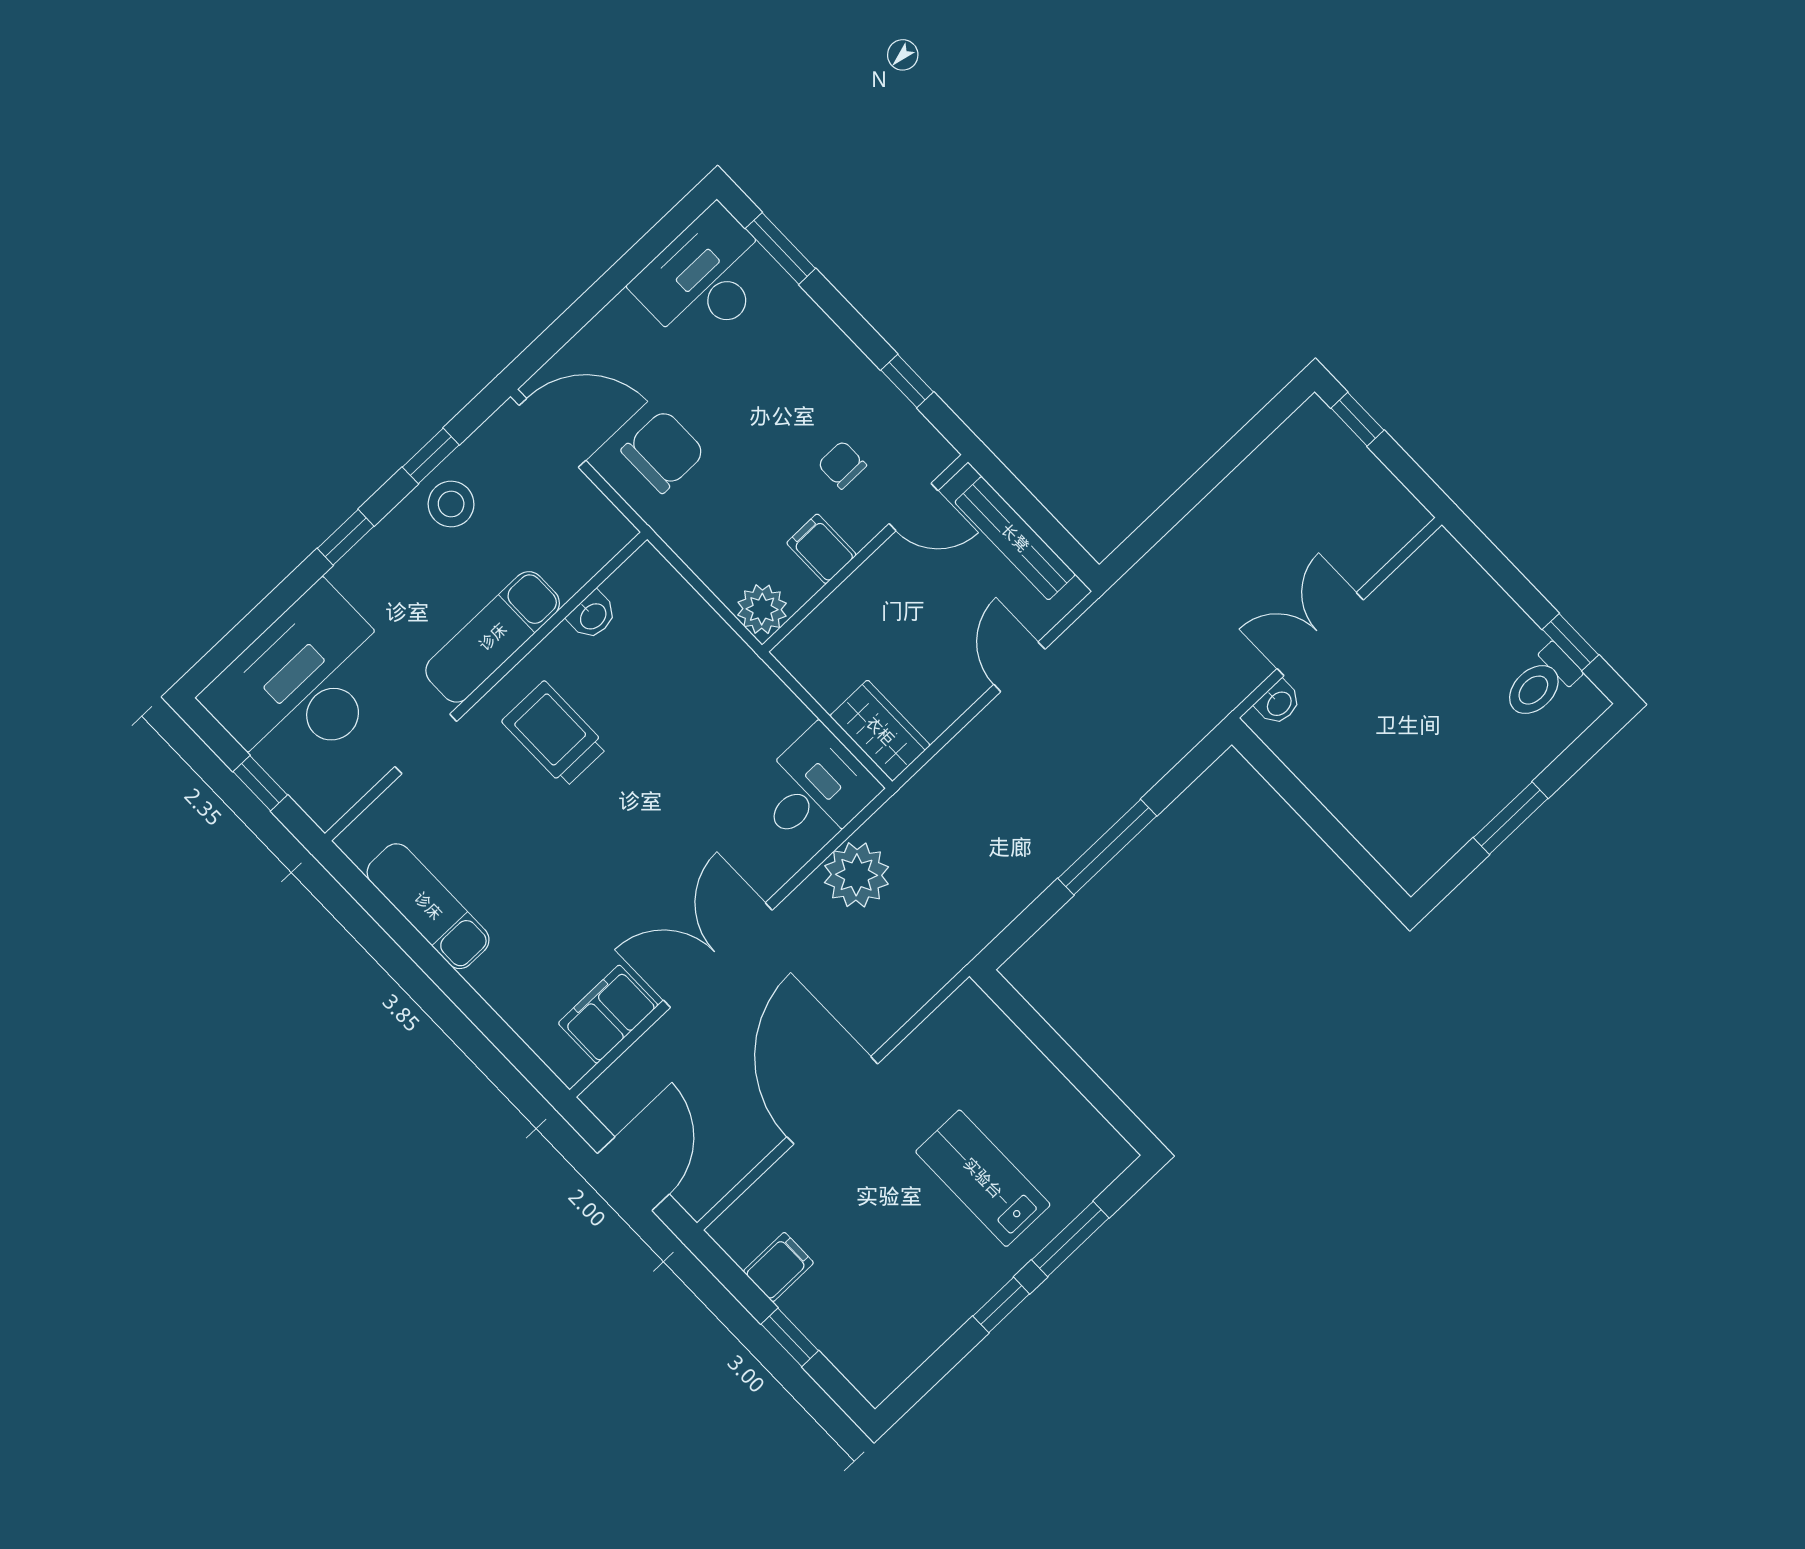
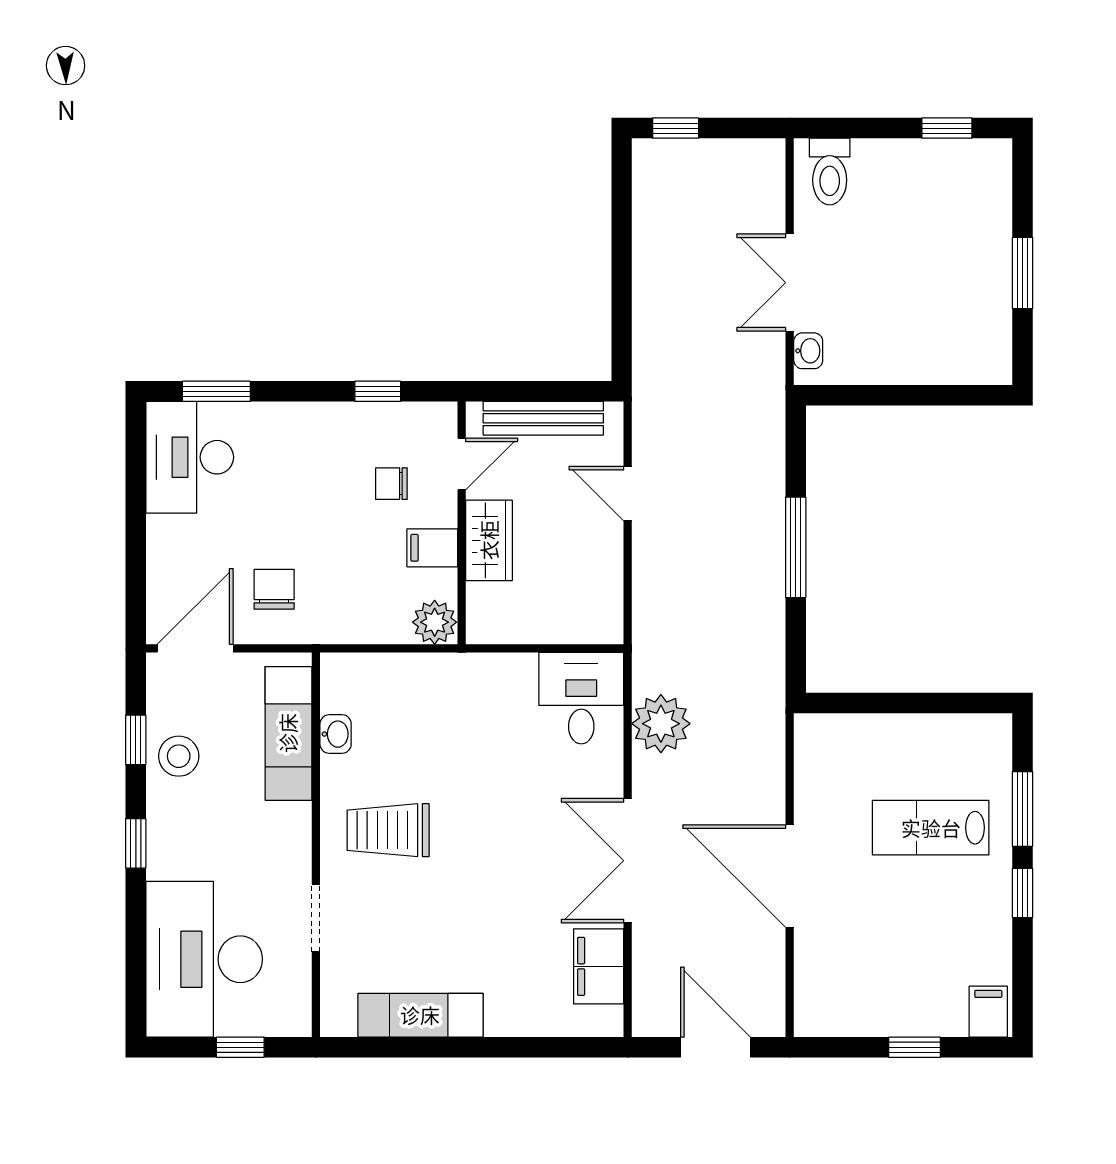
chair: (663, 451) -> (274, 589), width x0.73, depth x0.73
exam couch: (493, 637) -> (288, 733), moved
toilet: (1541, 683) -> (830, 172), moved
wardrobe: (880, 731) -> (489, 540), moved, turned 90
filing cabinet: (778, 1267) -> (988, 1012), moved

